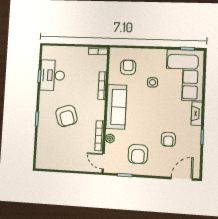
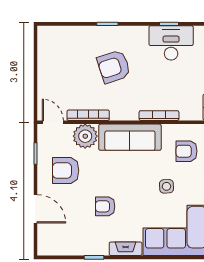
armchair: (128, 67) -> (187, 151), turned 180
plant: (110, 138) -> (85, 136), width x1.87, depth x1.87
armchair: (168, 139) -> (105, 206), moved
door: (103, 161) -> (53, 122), hinge flipped
door: (182, 179) -> (35, 209), moved

